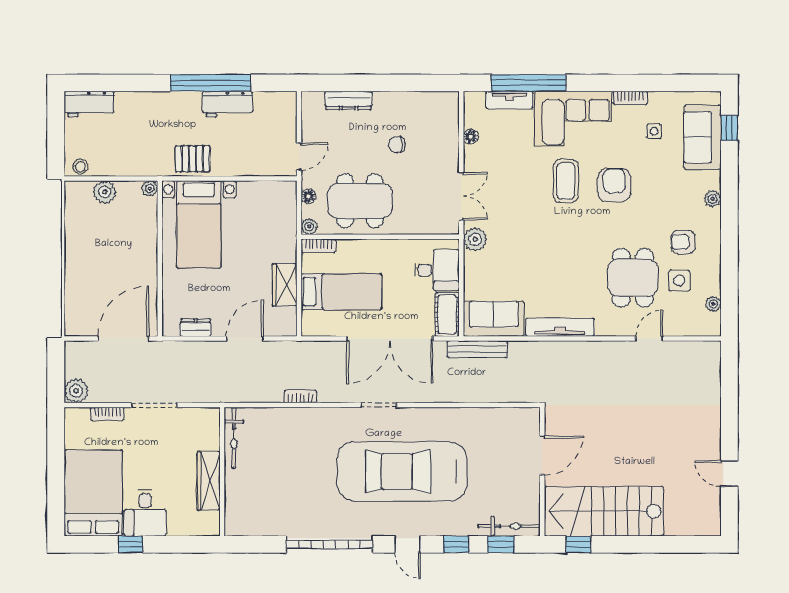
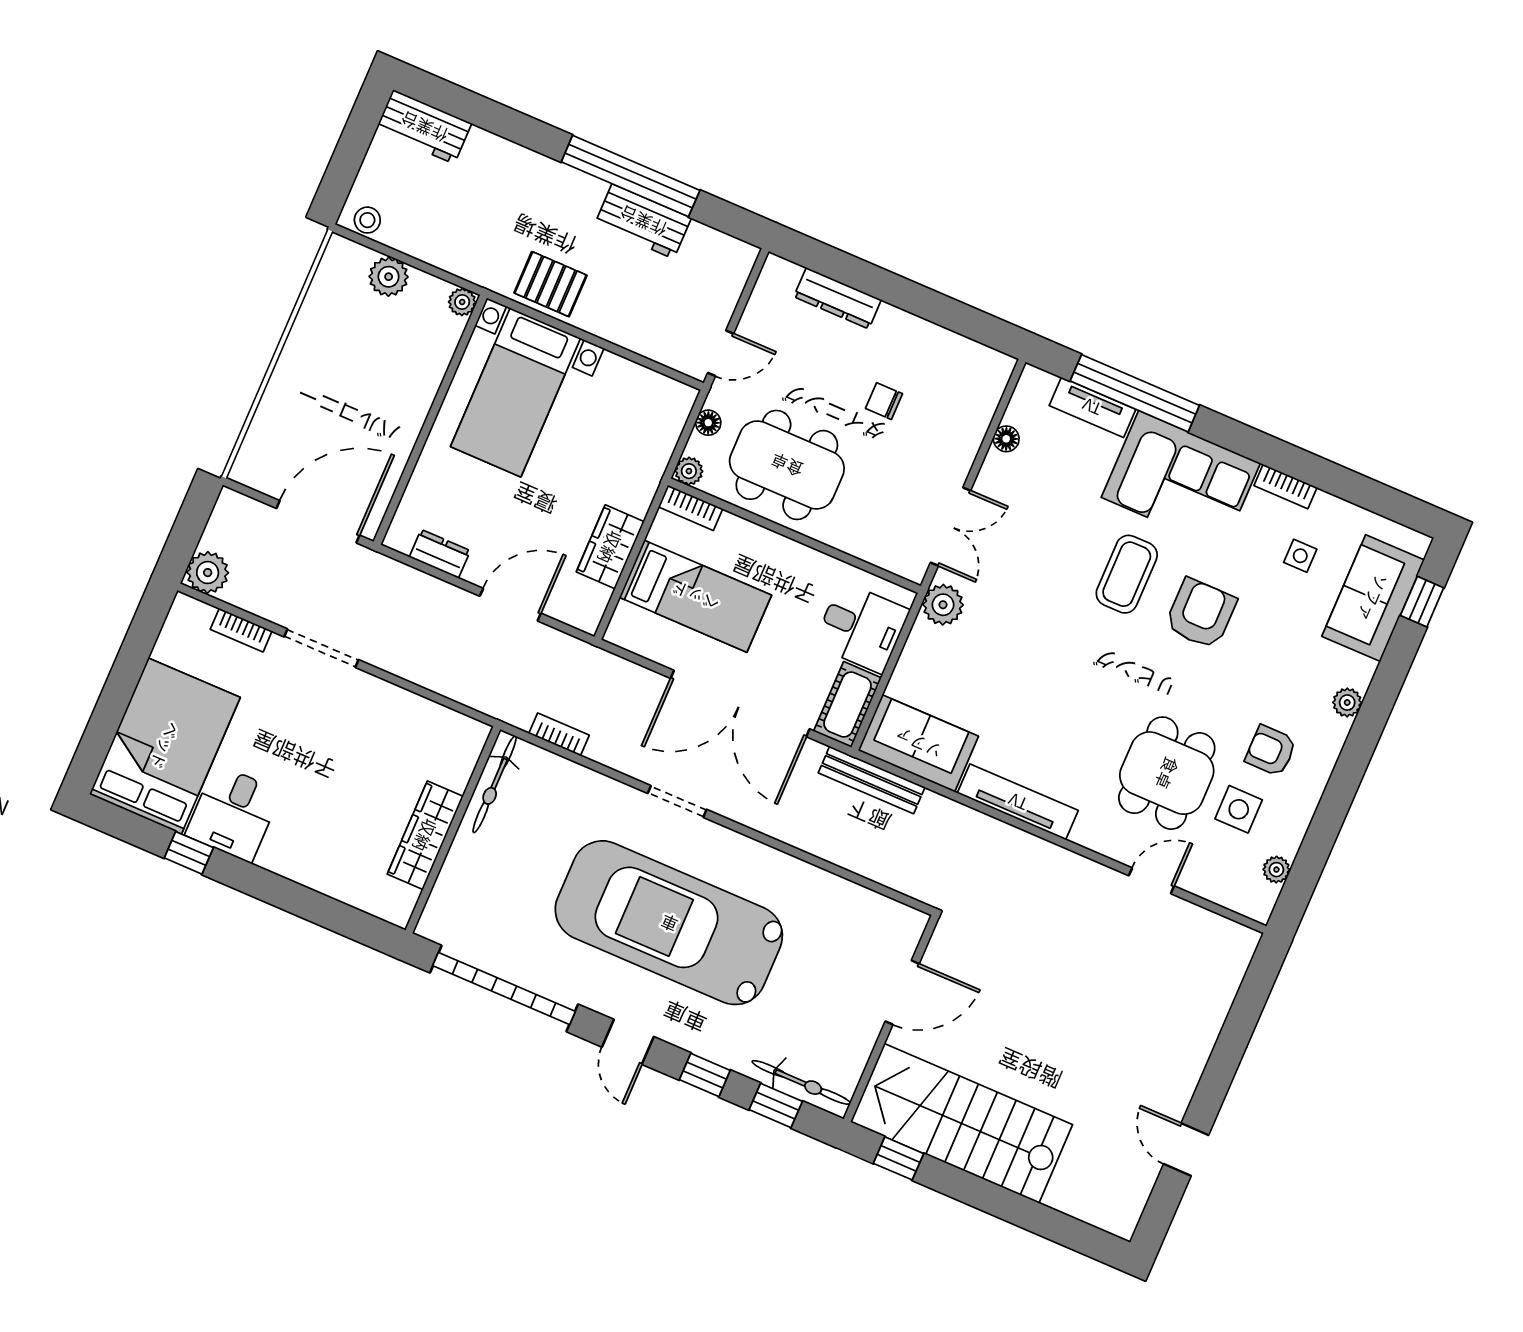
bicycle: (234, 438) -> (495, 784), moved
wall: (222, 472) -> (453, 830), moved
wardrobe: (209, 481) -> (425, 835), moved

